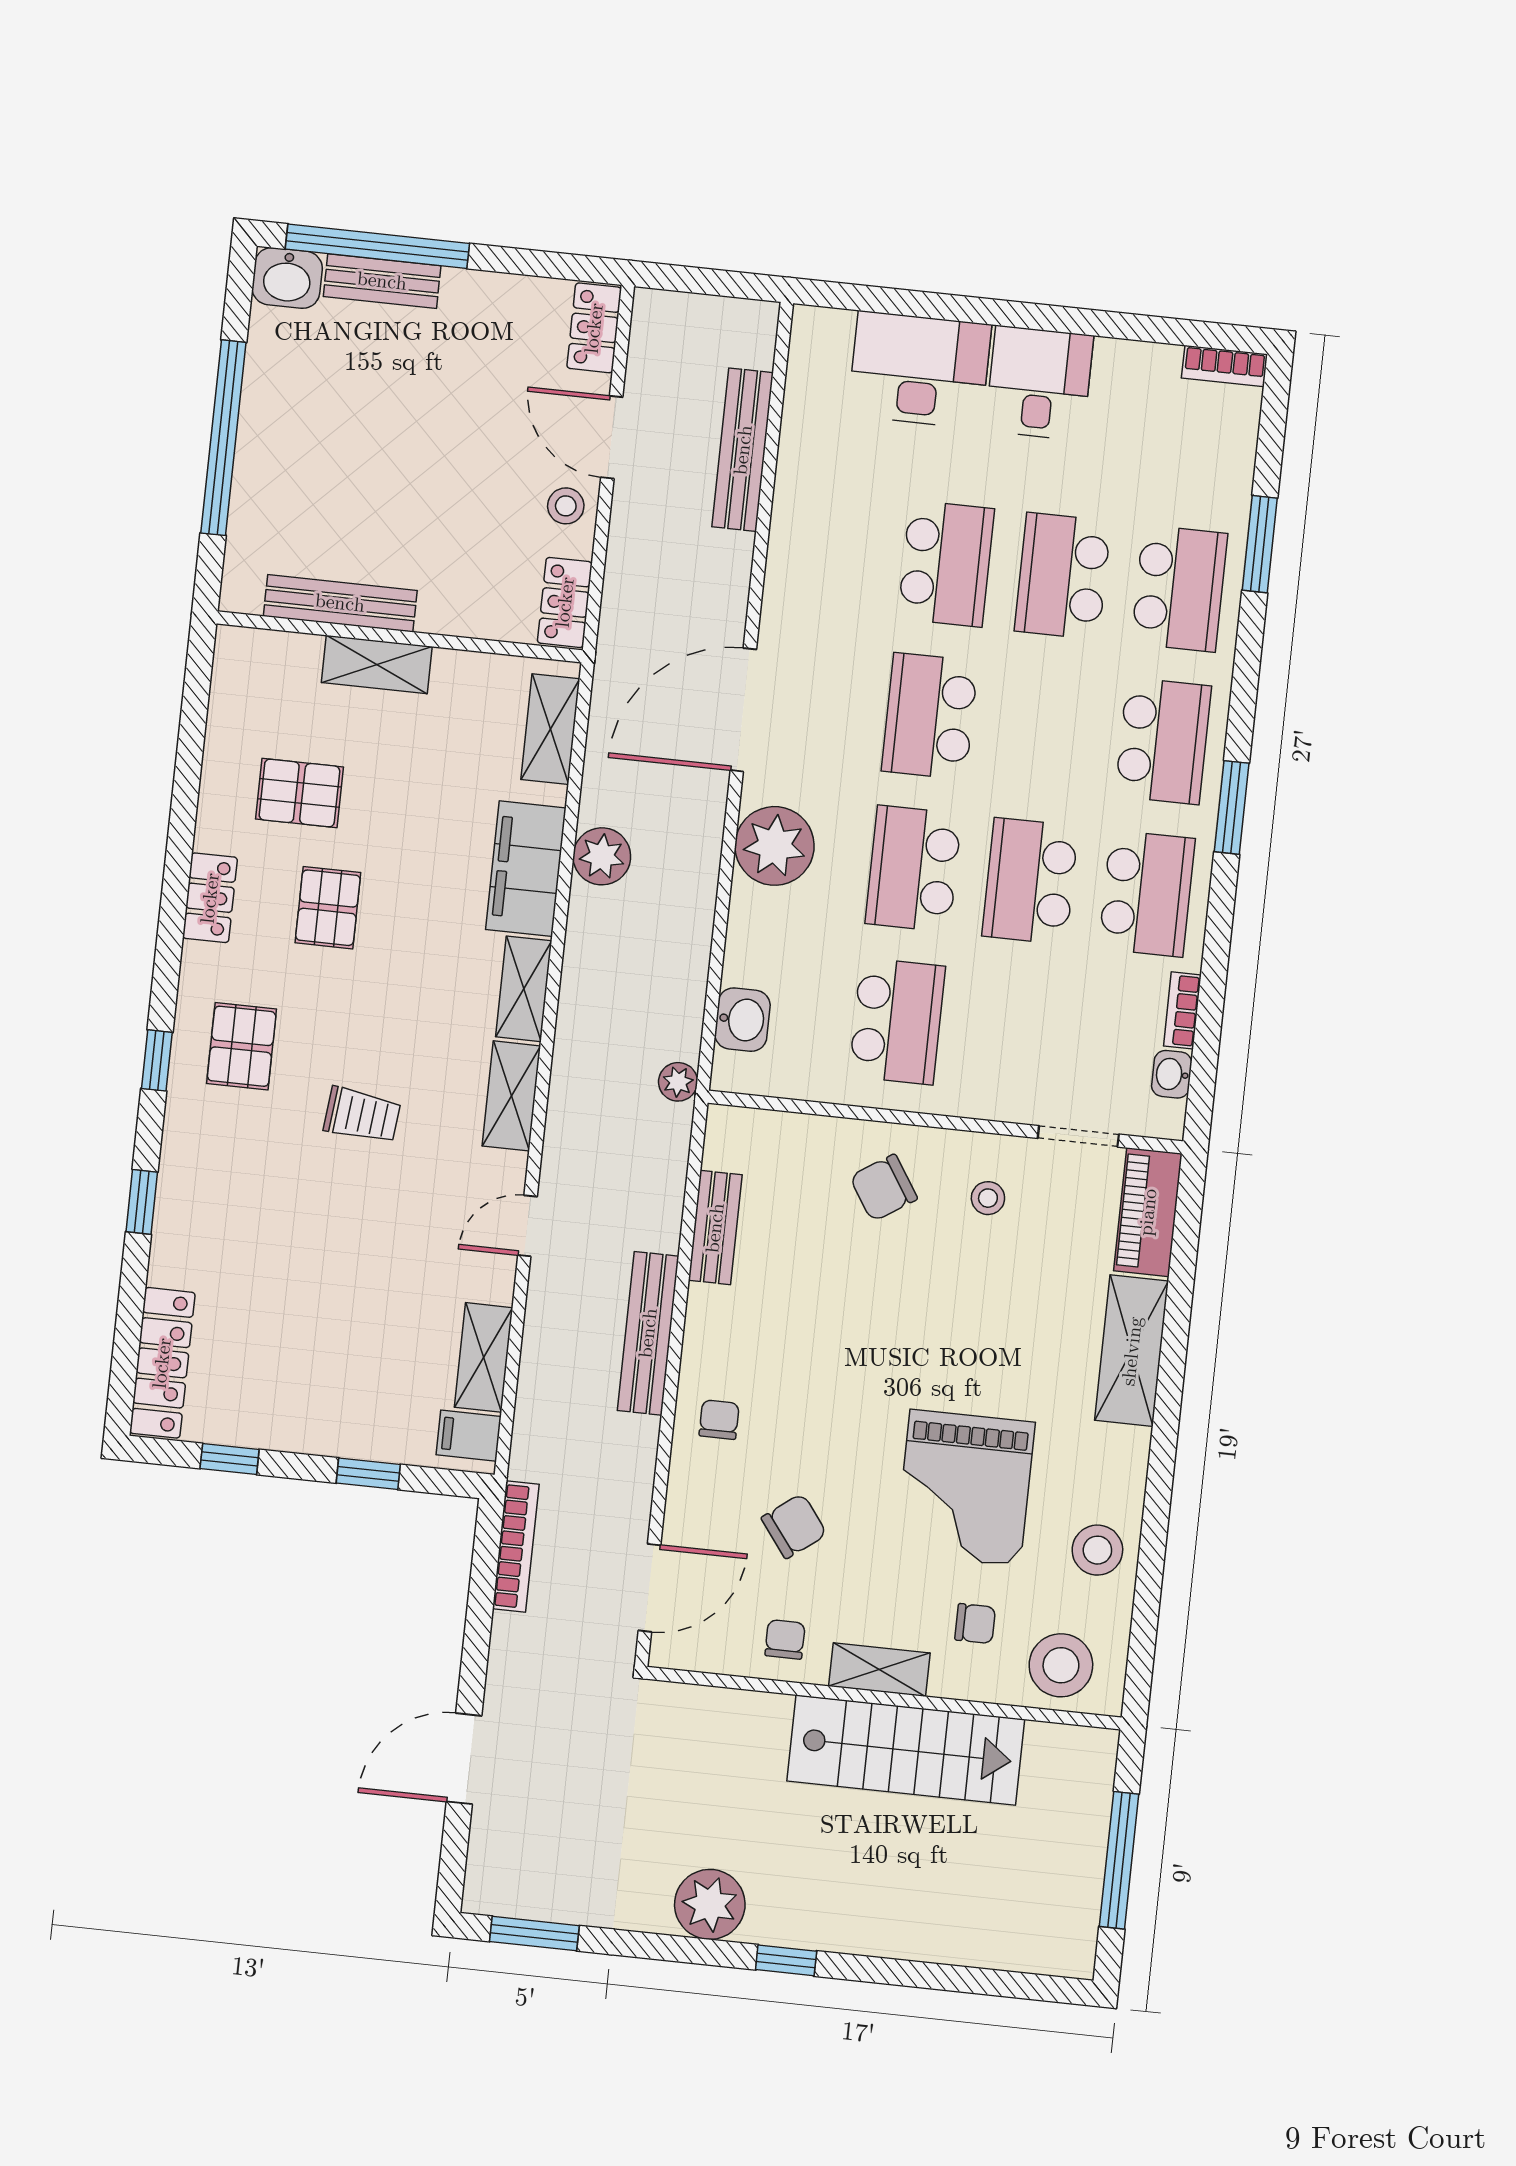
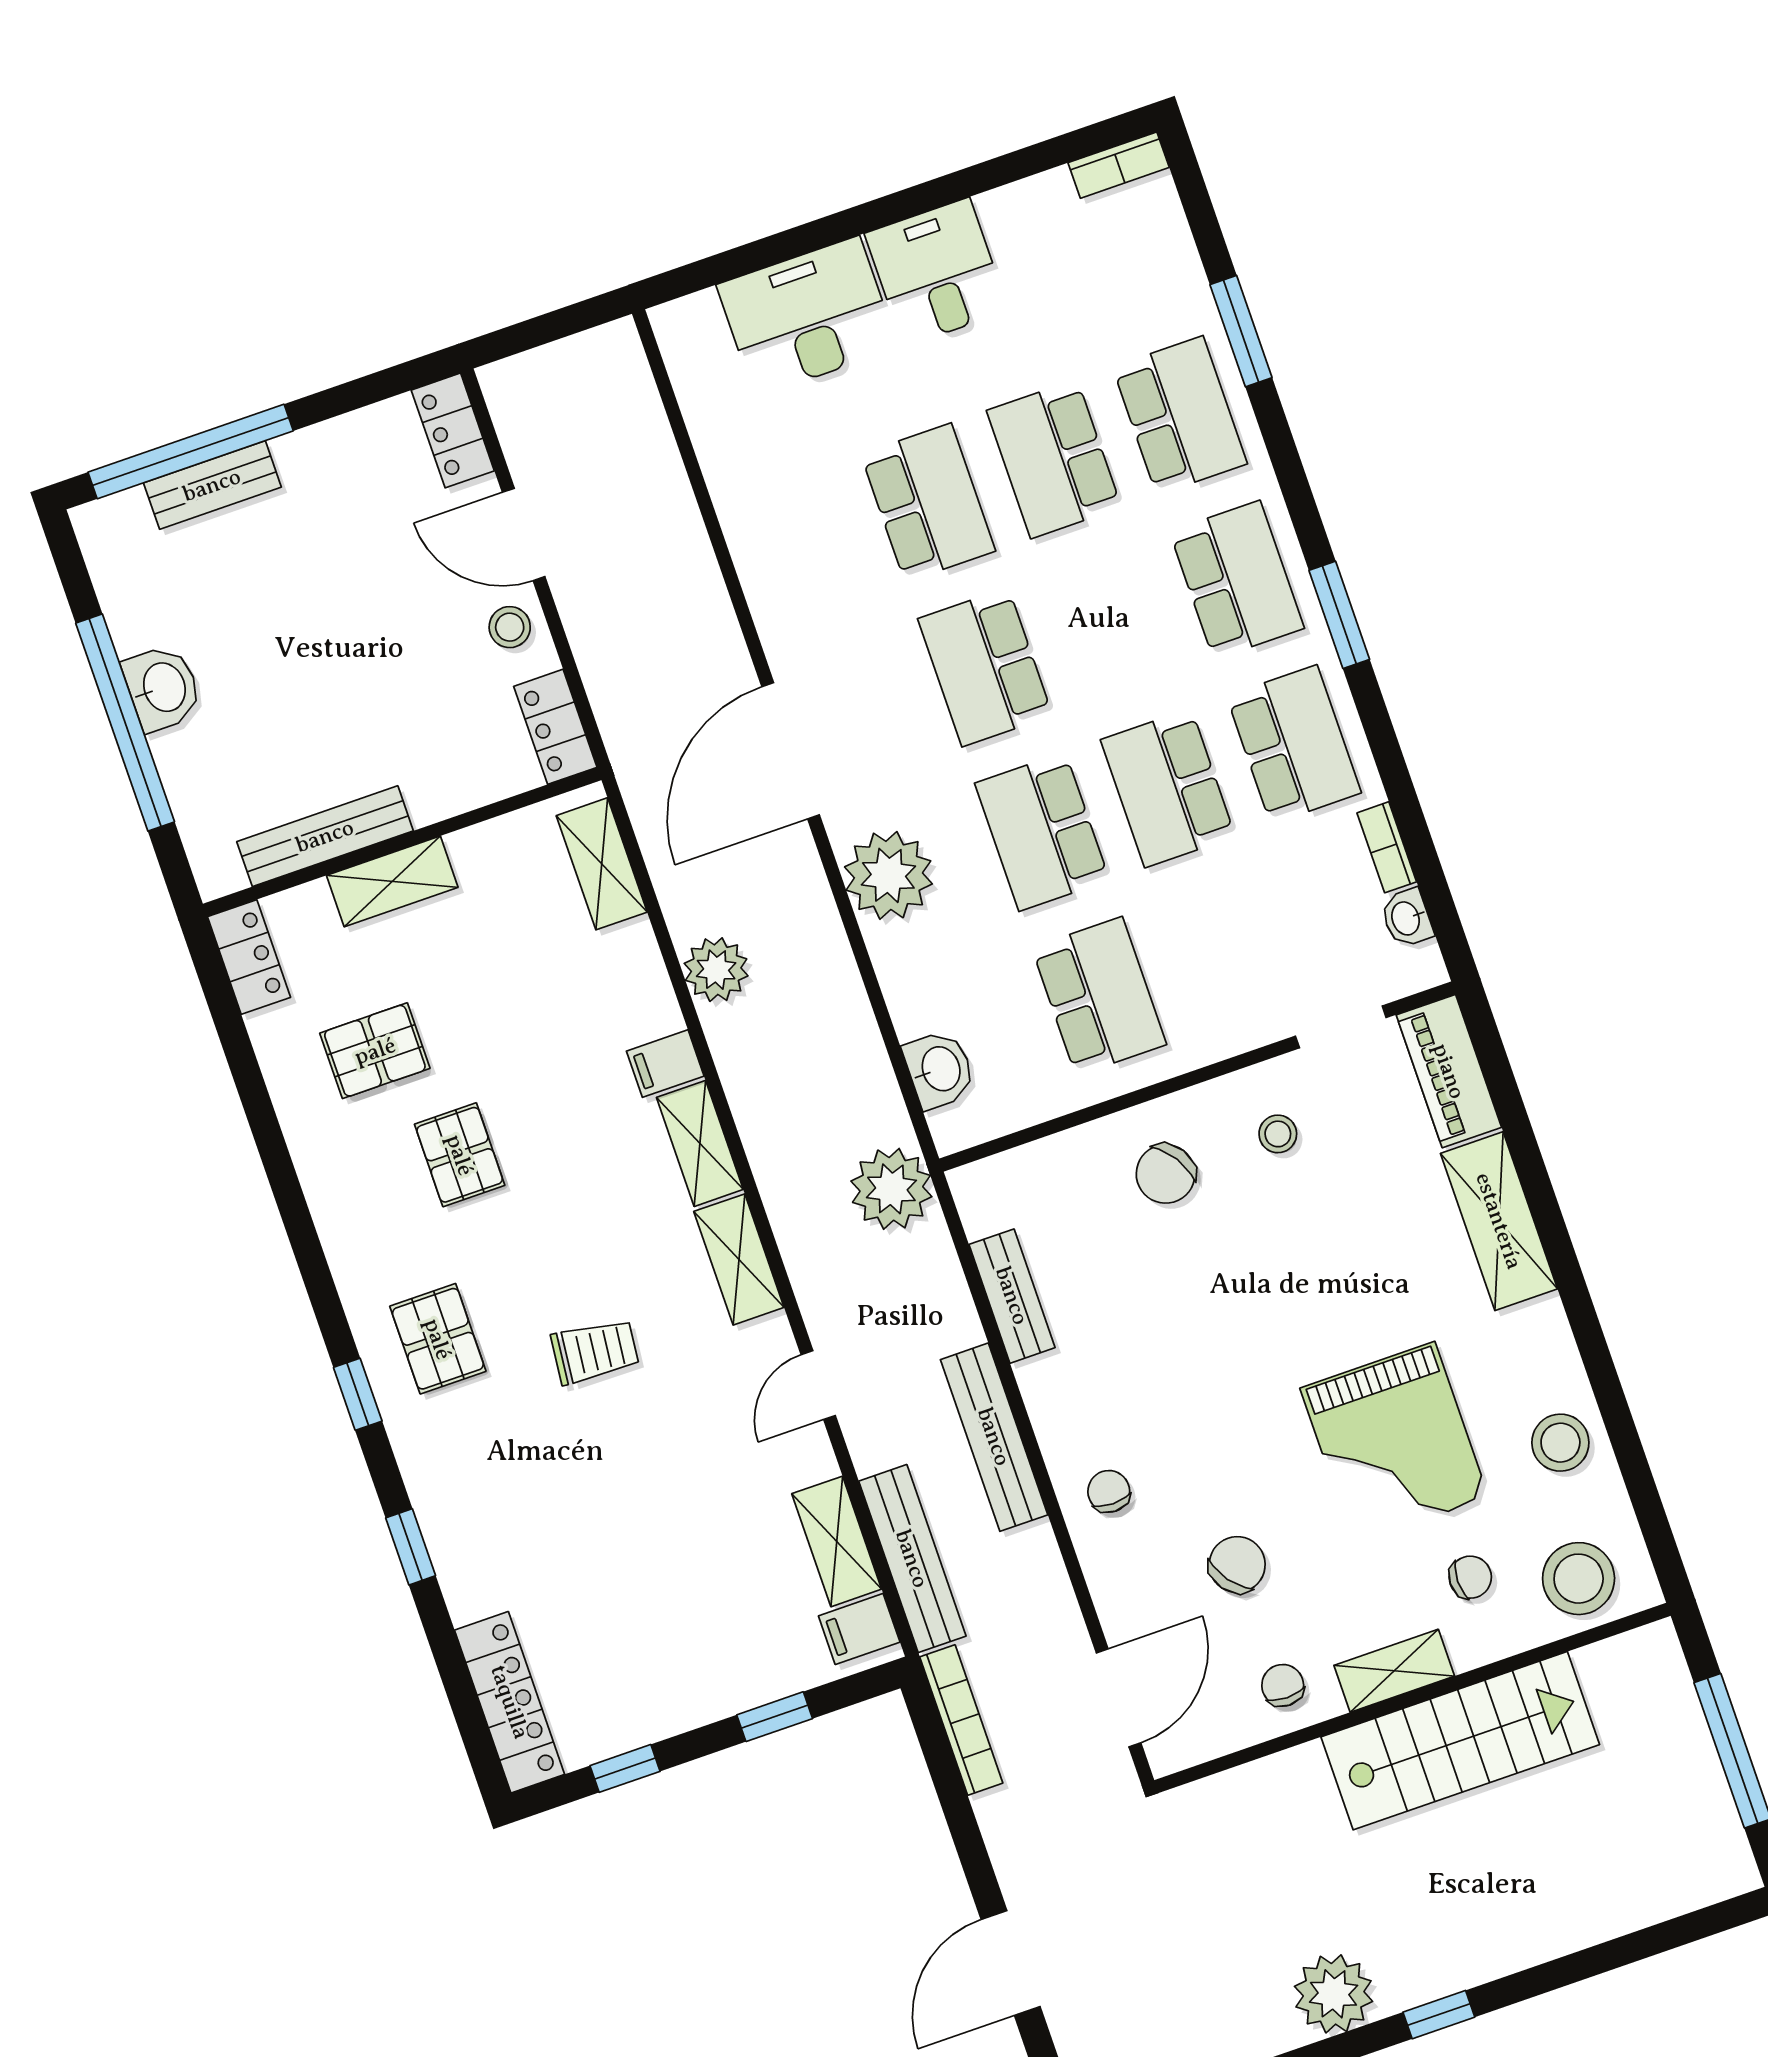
washbasin: (287, 278) -> (163, 688), moved, turned -90
bench: (743, 450) -> (912, 1559), moved
filing cabinet: (526, 869) -> (665, 1064), width x0.33, depth x0.86
locker: (210, 898) -> (249, 957), moved
plant: (678, 1082) -> (891, 1189), width x1.88, depth x1.88

